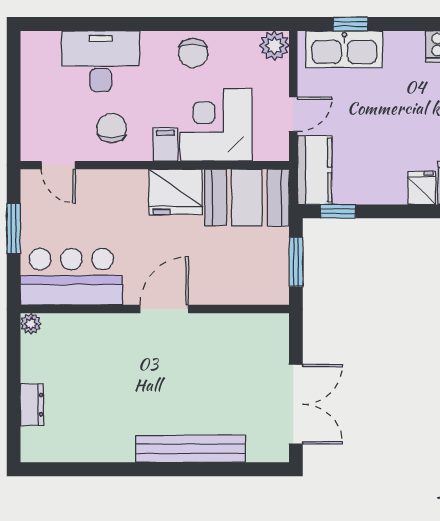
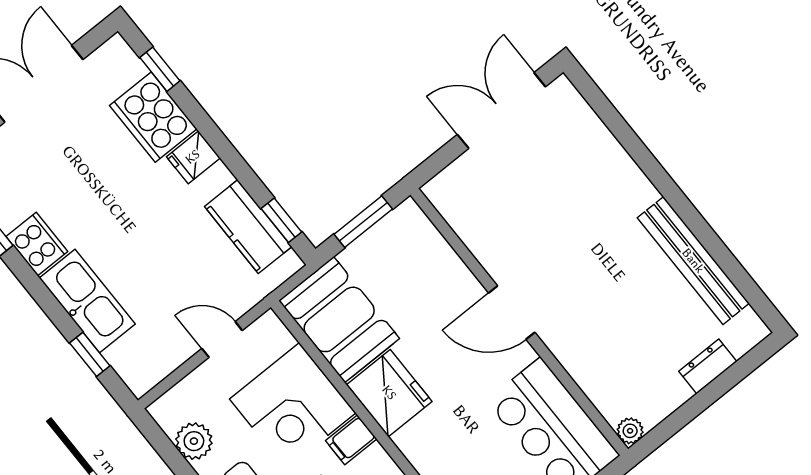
plant: (274, 46) -> (194, 441), moved
kitchen sink: (344, 49) -> (87, 301), moved
kitchen counter: (315, 170) -> (248, 227), moved, turned -90
bench: (191, 449) -> (693, 261), moved

